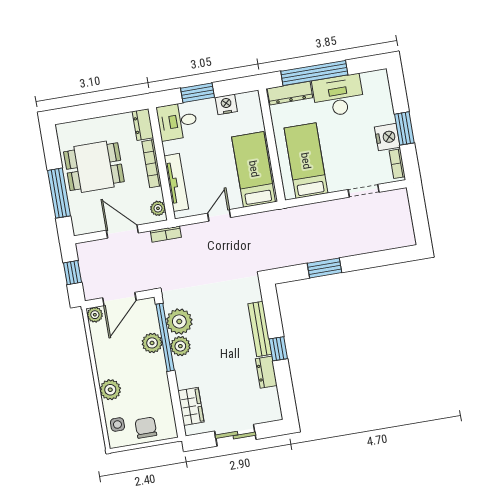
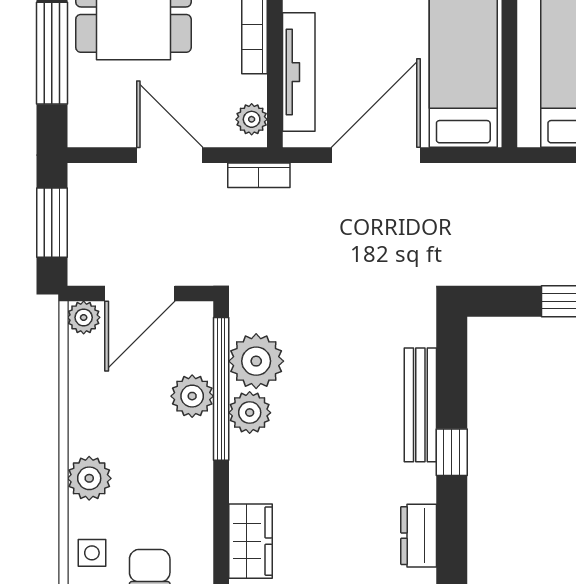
door: (219, 215) -> (376, 155), width x1.88
window: (72, 273) -> (52, 223), width x1.50
dresser: (266, 372) -> (419, 536), moved

